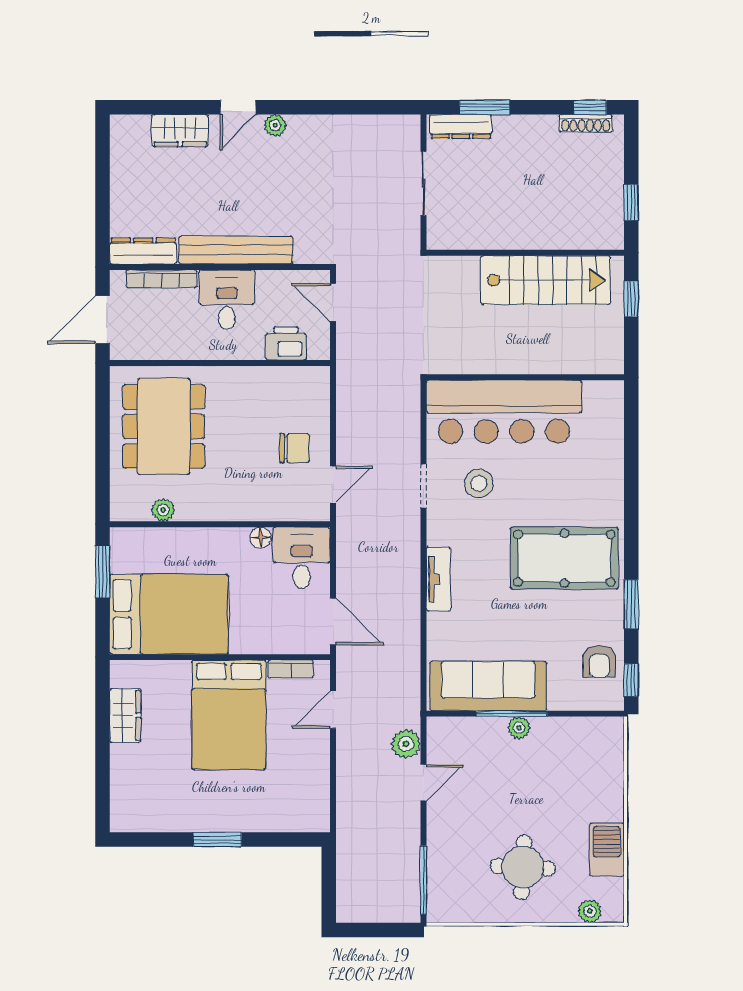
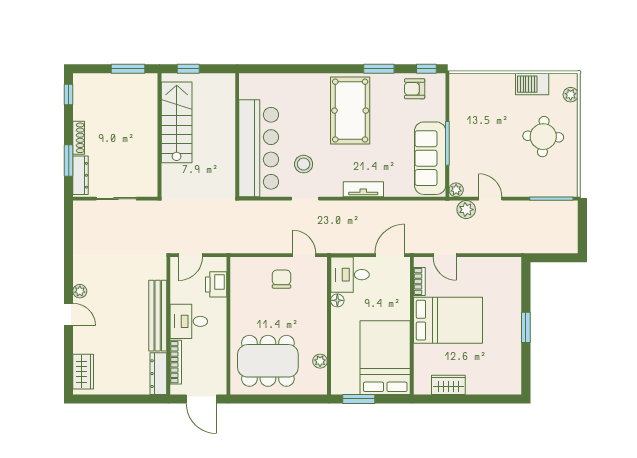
shoe rack: (586, 123) -> (79, 138), moved
wardrobe: (180, 131) -> (83, 372), moved
window: (631, 202) -> (128, 69), width x1.50
armchair: (599, 661) -> (415, 89), turned 180
plant: (519, 728) -> (456, 190), moved

